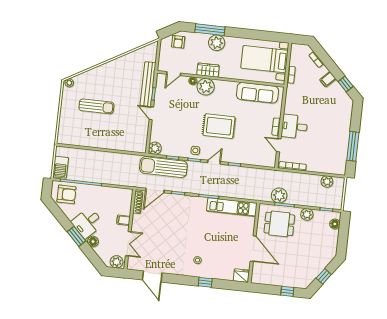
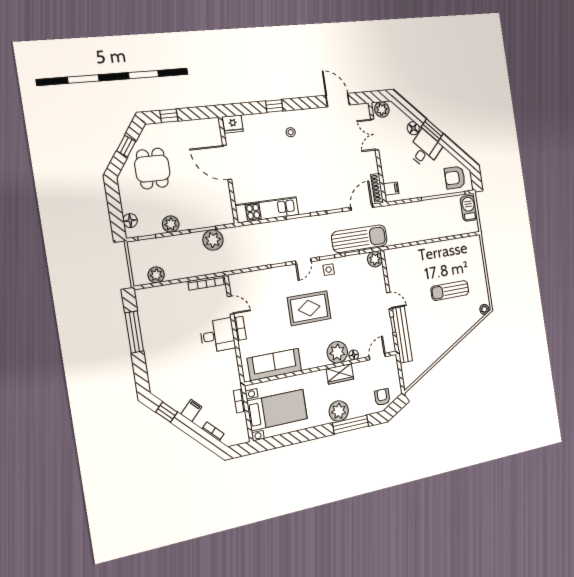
filing cabinet: (123, 220) -> (391, 189), moved
dining table: (279, 224) -> (152, 169), moved, turned 90

